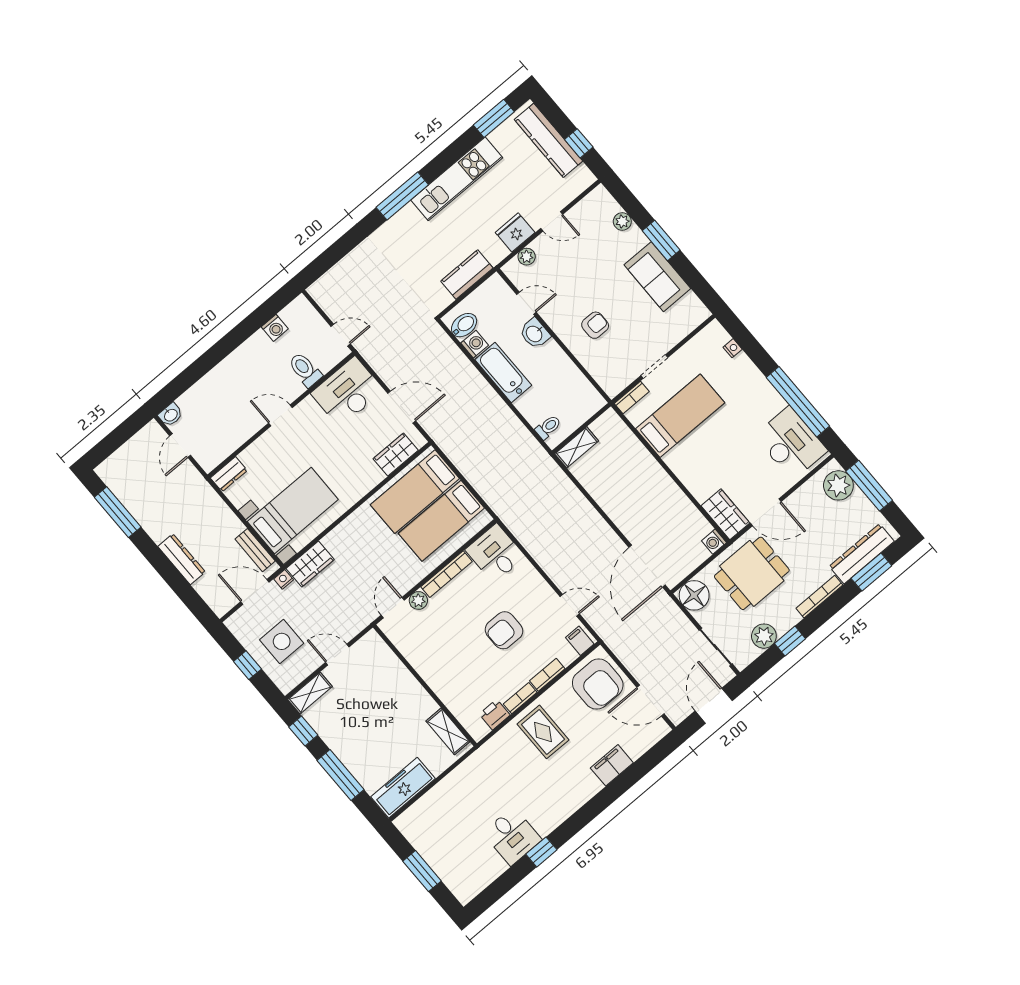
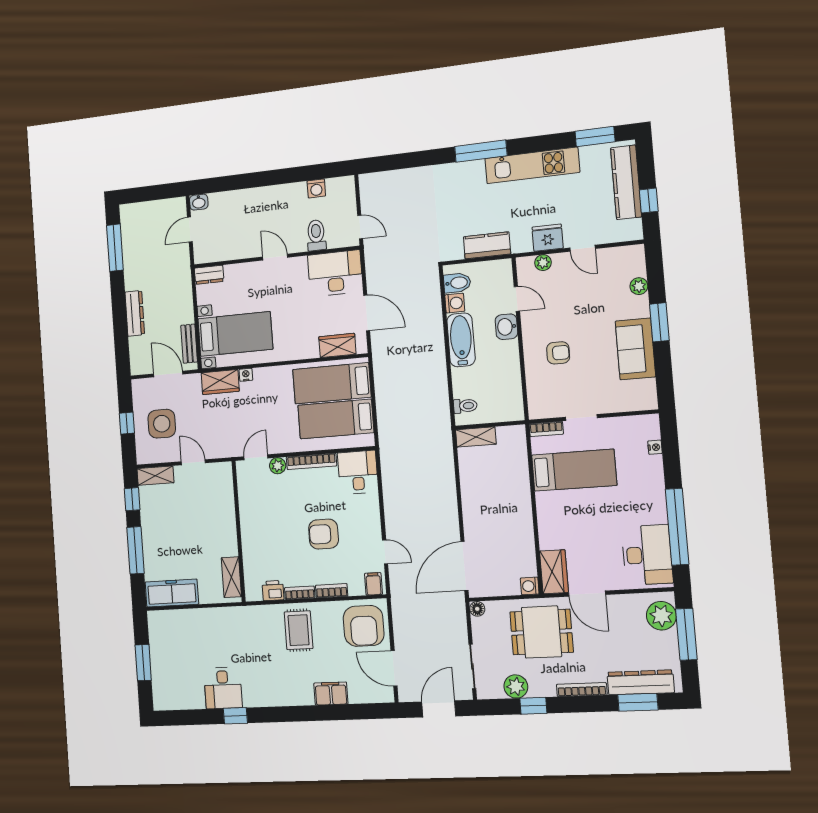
nightstand: (284, 579) -> (246, 375), moved
floor lamp: (694, 595) -> (477, 609), width x0.53, depth x0.53

